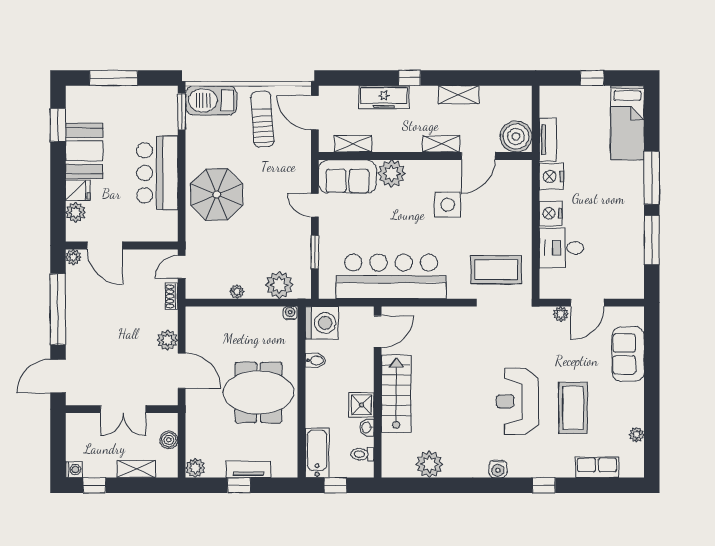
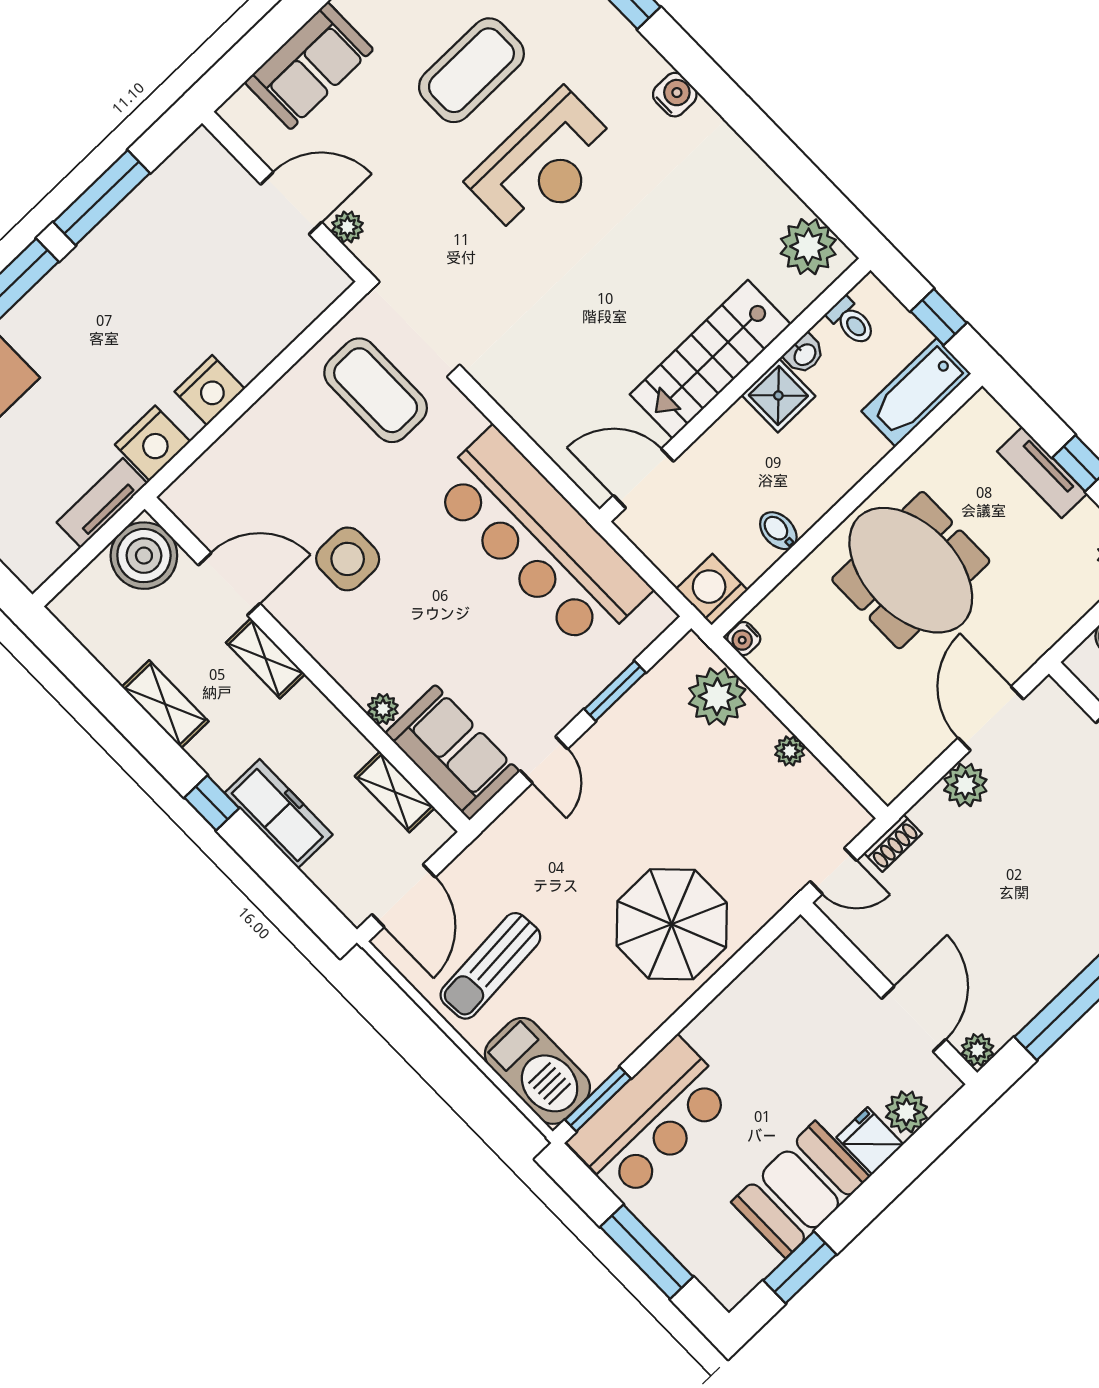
bar counter: (157, 173) -> (651, 1119), moved
plant: (392, 174) -> (383, 709), width x0.53, depth x0.53
desk: (562, 248) -> (246, 323), removed
washing machine: (322, 323) -> (712, 589), width x0.73, depth x0.73
plant: (429, 464) -> (808, 247), moved

